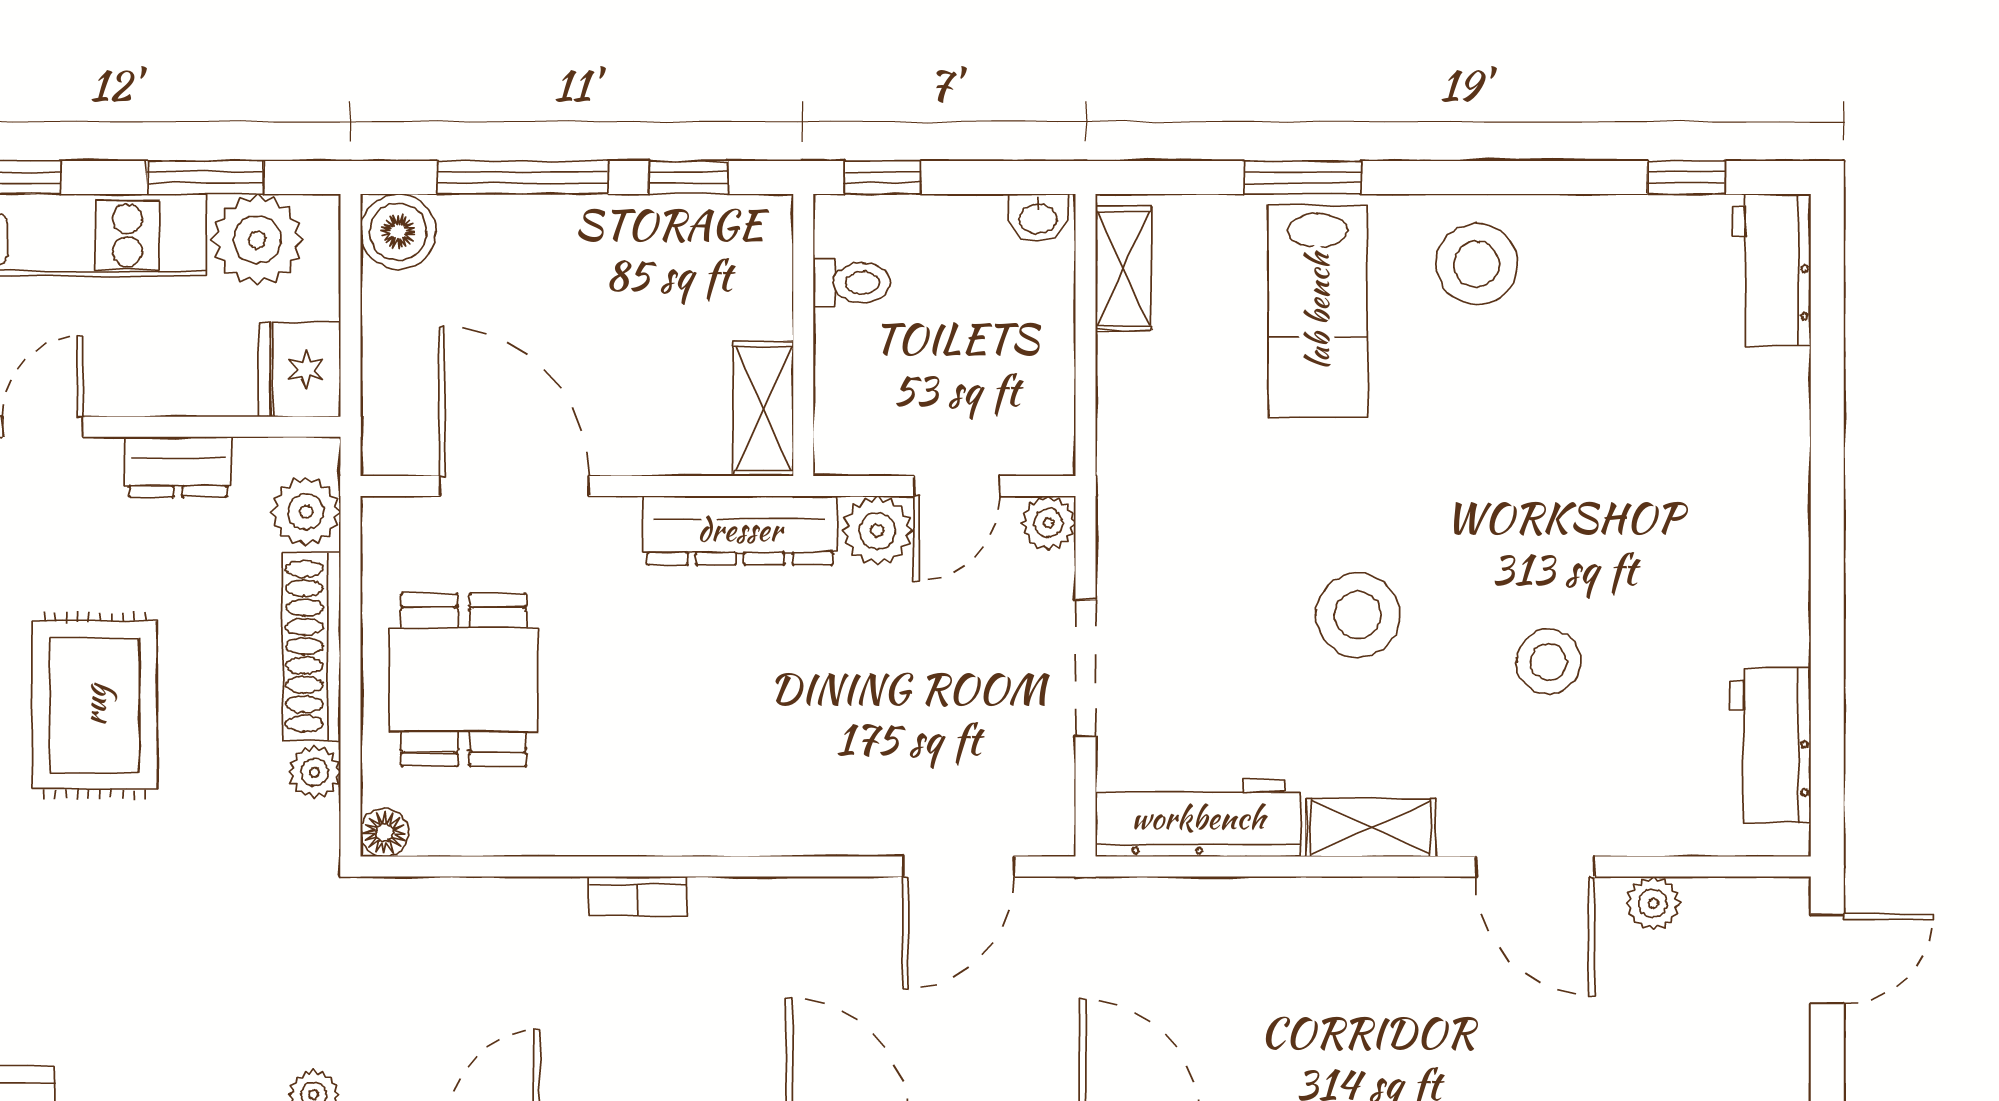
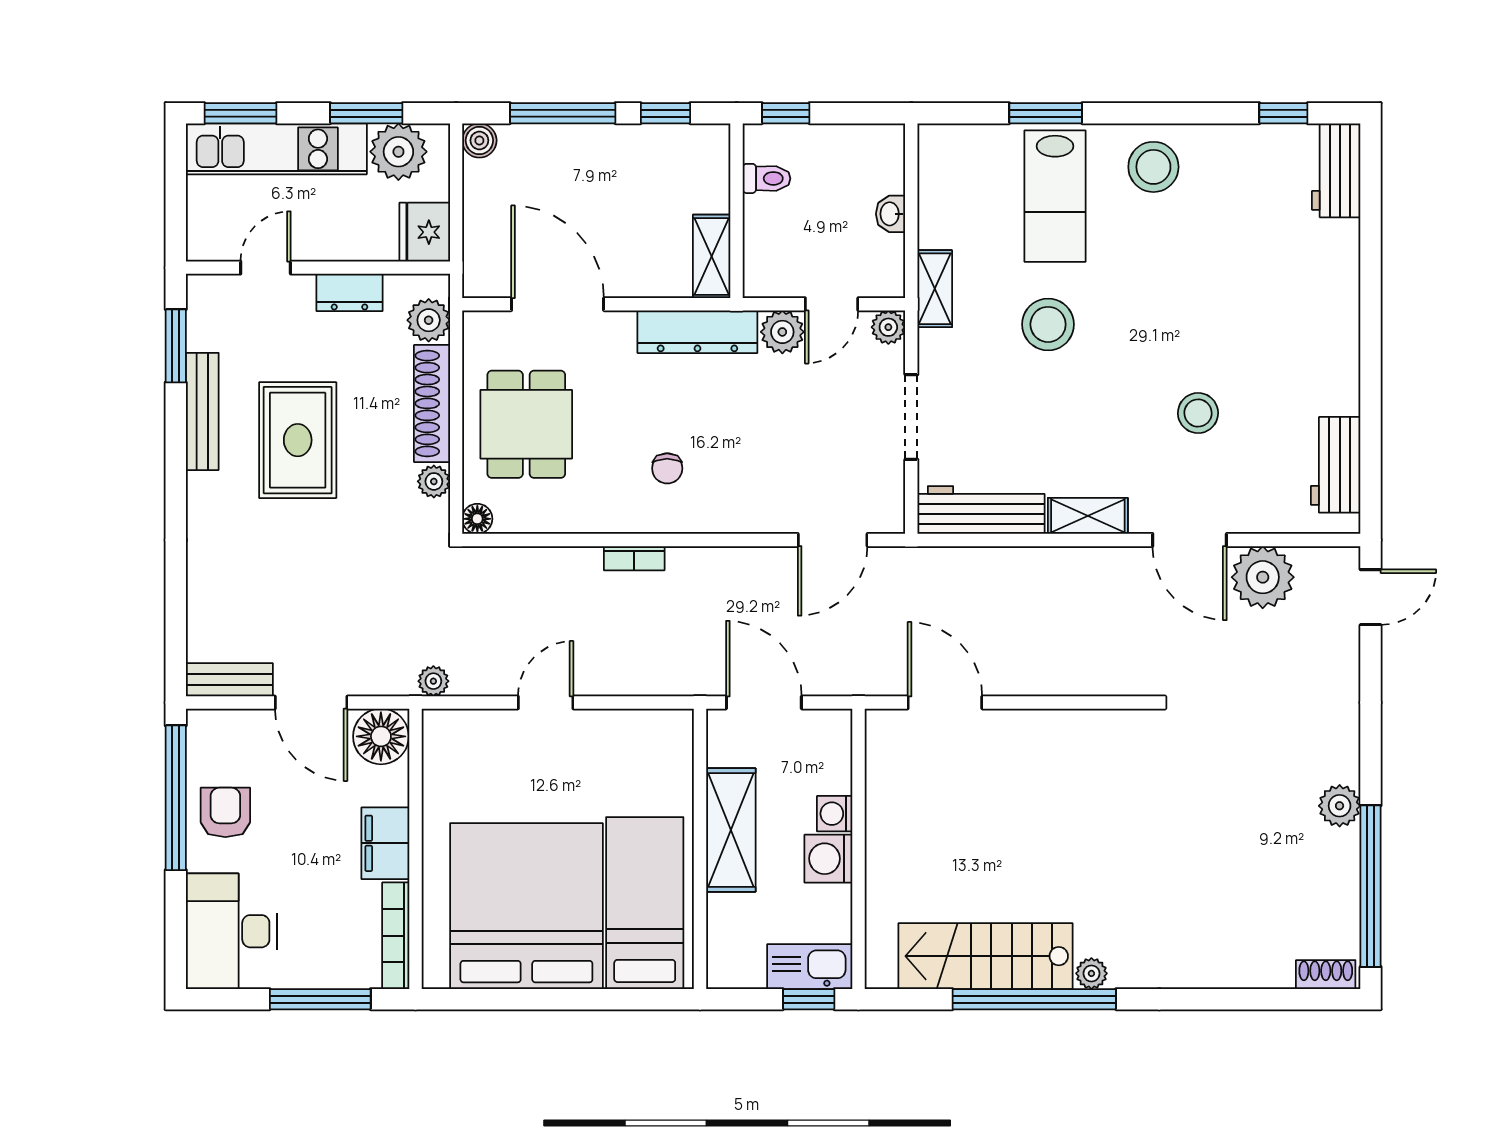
washbasin: (1038, 218) -> (891, 214), moved, turned 90
boiler: (398, 232) -> (479, 140), width x0.73, depth x0.73
shelving: (1123, 269) -> (935, 289), moved
stool: (1358, 615) -> (1048, 324), moved
chair: (691, 751) -> (667, 468), added
plant: (1653, 903) -> (1263, 577), width x1.88, depth x1.88

